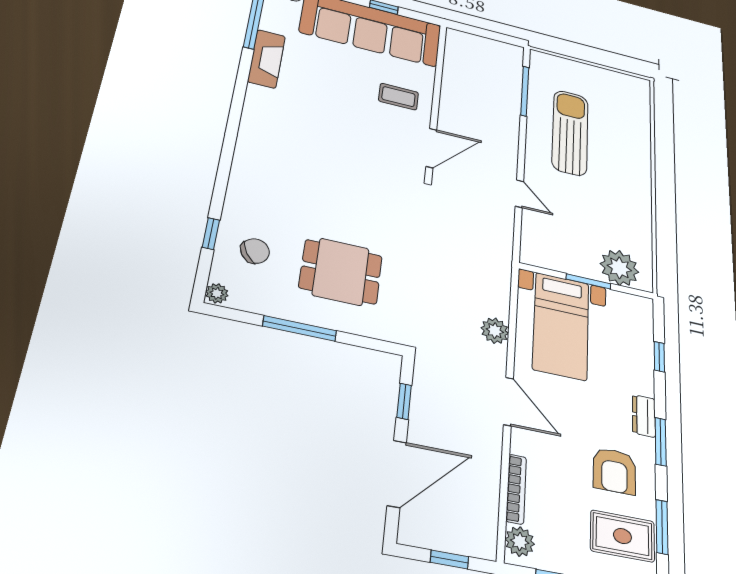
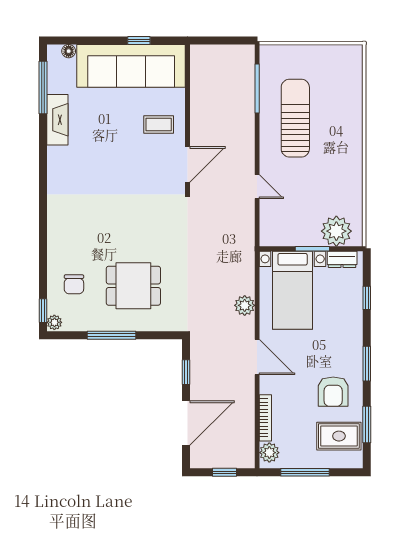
window: (211, 234) -> (43, 311), moved
chair: (255, 251) -> (74, 284), turned 122
dresser: (644, 416) -> (342, 259), moved, turned -90

